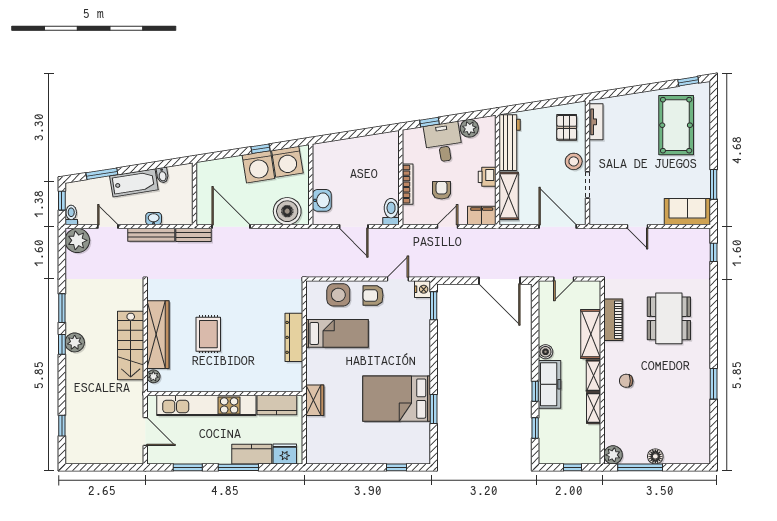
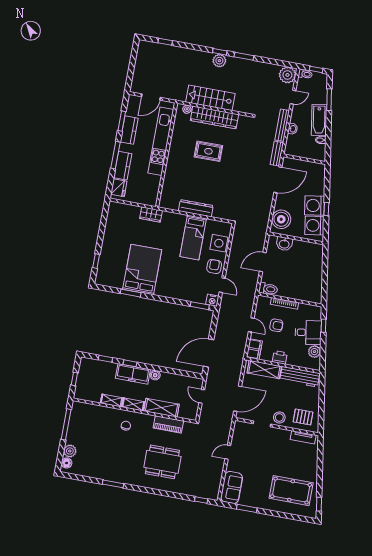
kitchen counter: (277, 405) -> (129, 130), moved, turned 180
plant: (613, 455) -> (70, 451), moved
floor lamp: (655, 456) -> (67, 463), moved

